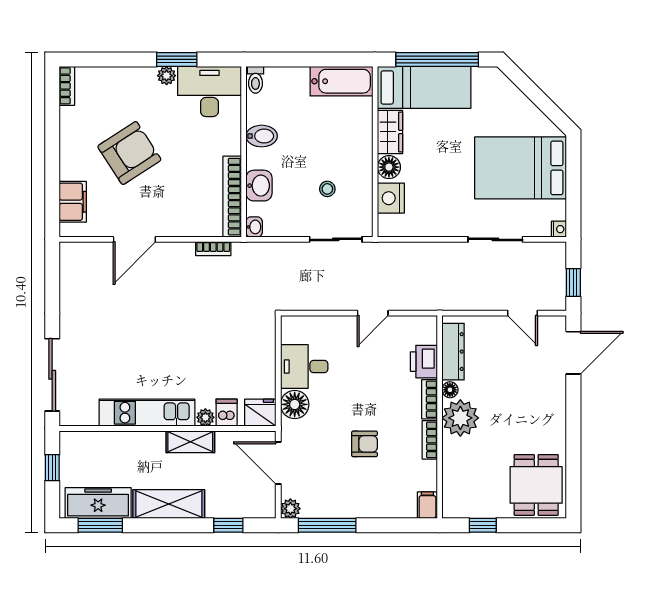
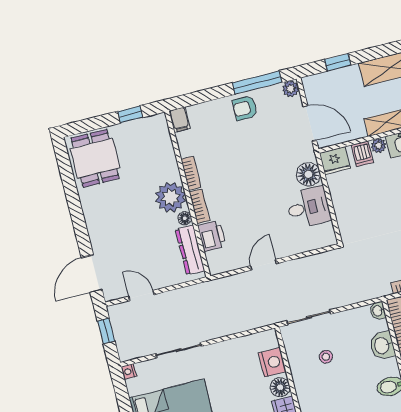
armchair: (365, 444) -> (245, 108), moved

